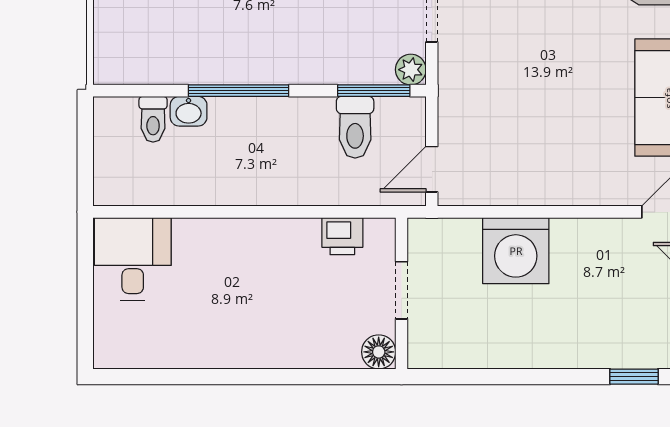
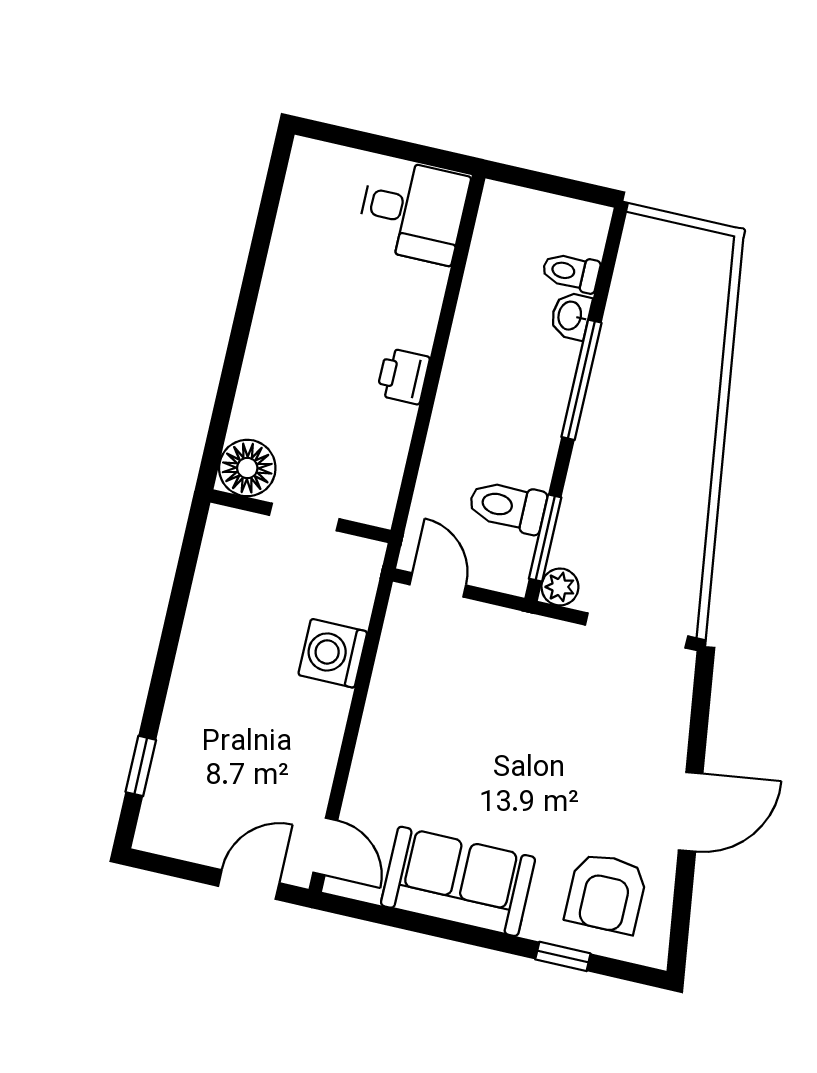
printer: (342, 236) -> (403, 376), moved
washing machine: (516, 251) -> (333, 653), width x0.73, depth x0.73
floor lamp: (379, 352) -> (247, 468), width x1.38, depth x1.38

